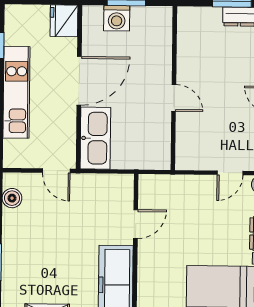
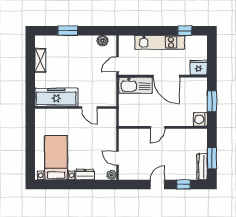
washing machine: (117, 18) -> (200, 119), moved

